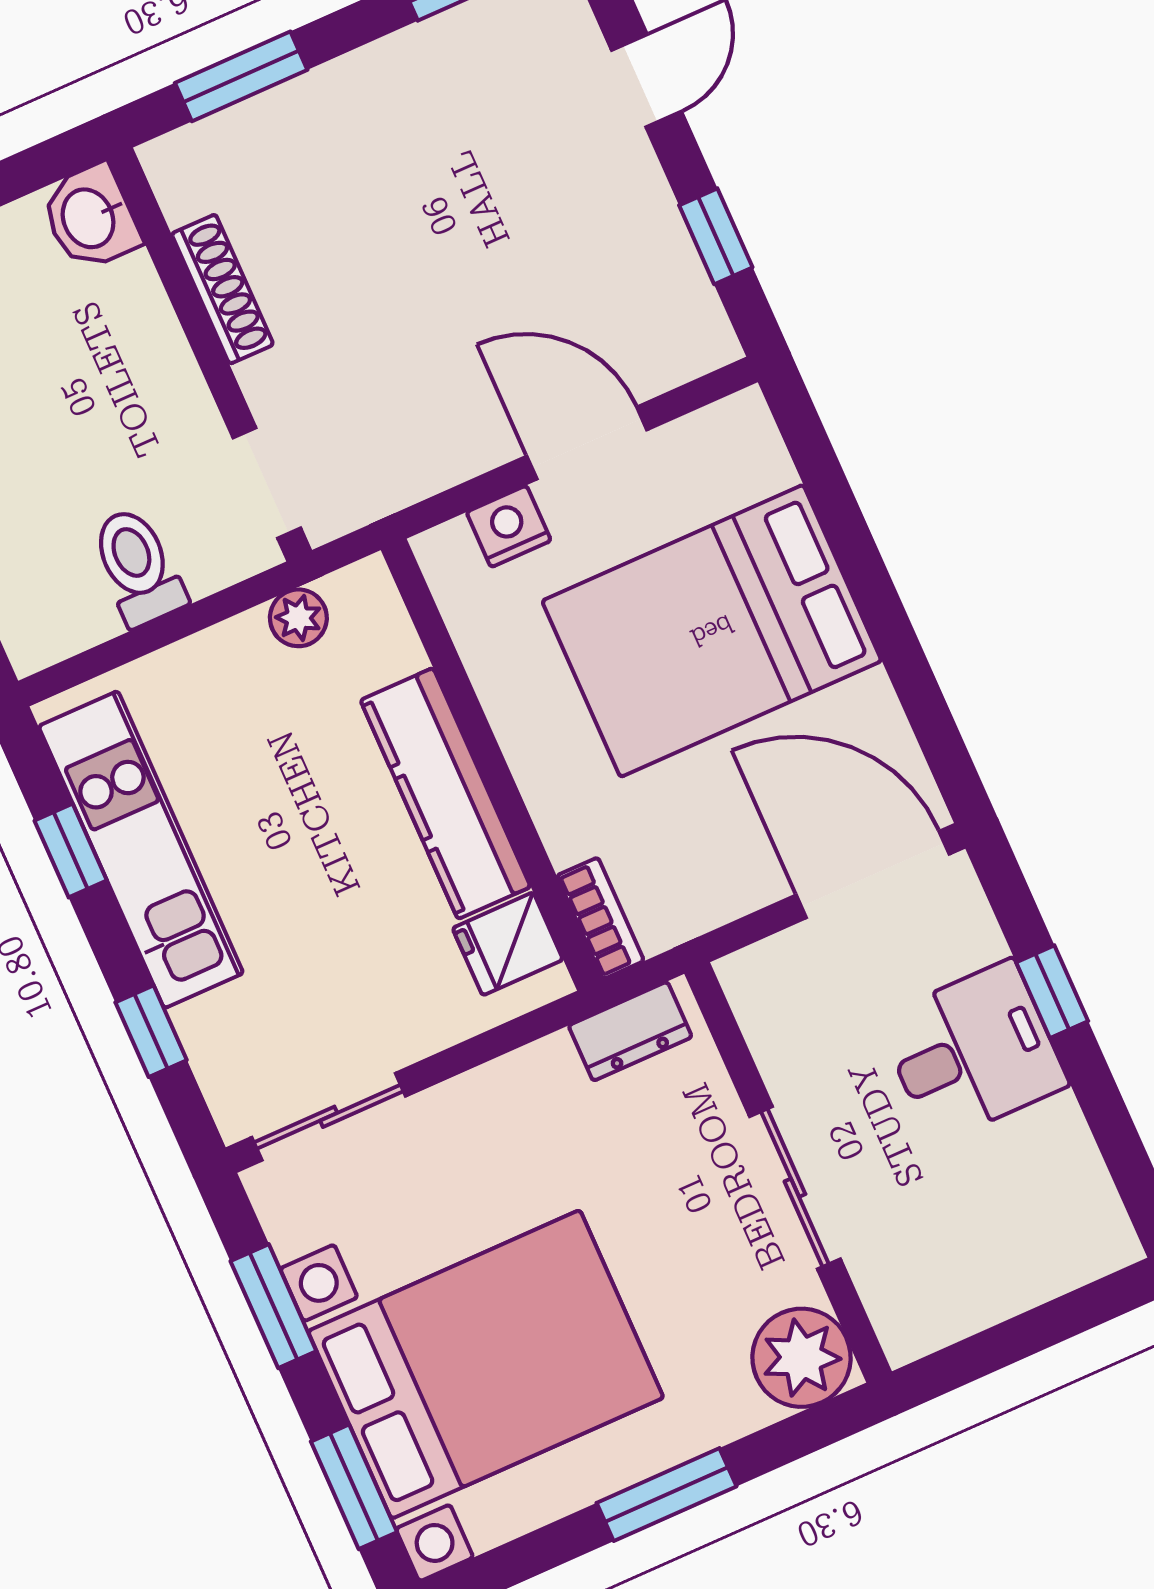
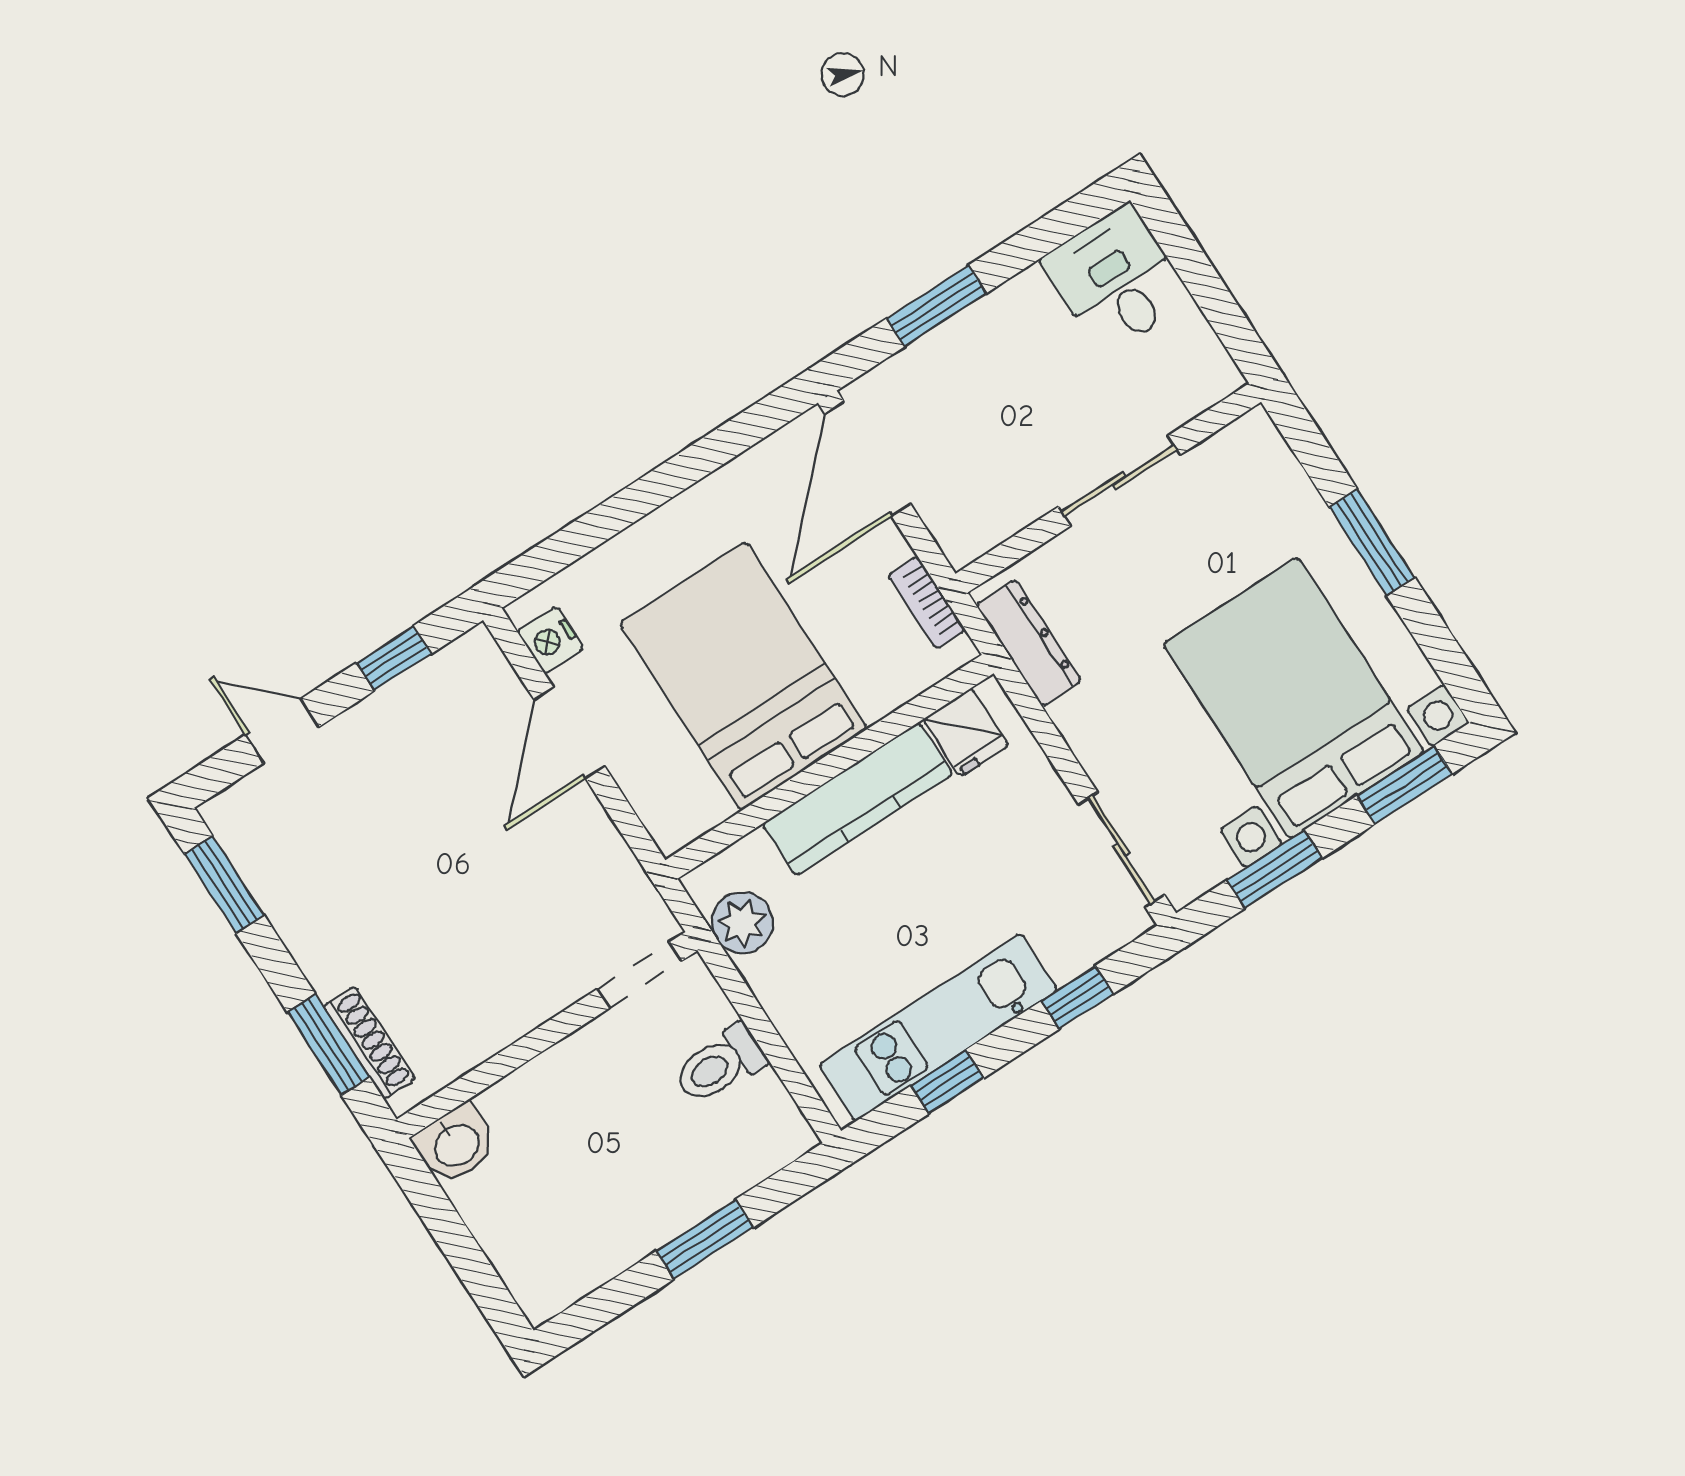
shoe rack: (222, 289) -> (369, 1043), moved, turned 90
nightstand: (509, 526) -> (551, 640), moved
plant: (298, 618) -> (742, 923), width x1.38, depth x1.38
bed: (712, 631) -> (743, 676), moved, turned 180
bookcase: (600, 918) -> (927, 603), moved, turned -90
window: (1052, 992) -> (936, 306), width x1.50
dresser: (630, 1031) -> (1029, 643), width x1.44
desk: (973, 1052) -> (1116, 280), moved
plant: (802, 1358) -> (1250, 455), removed

